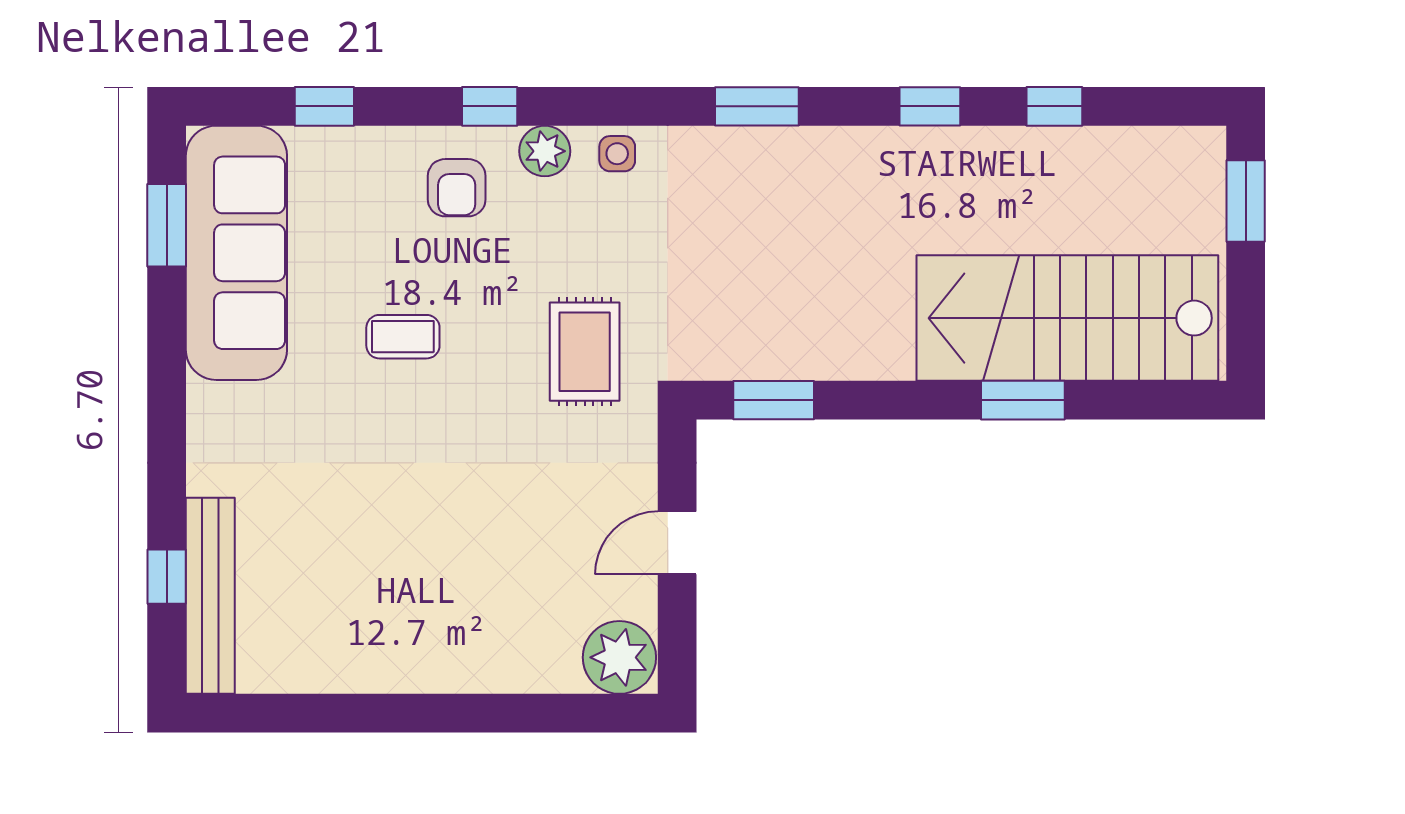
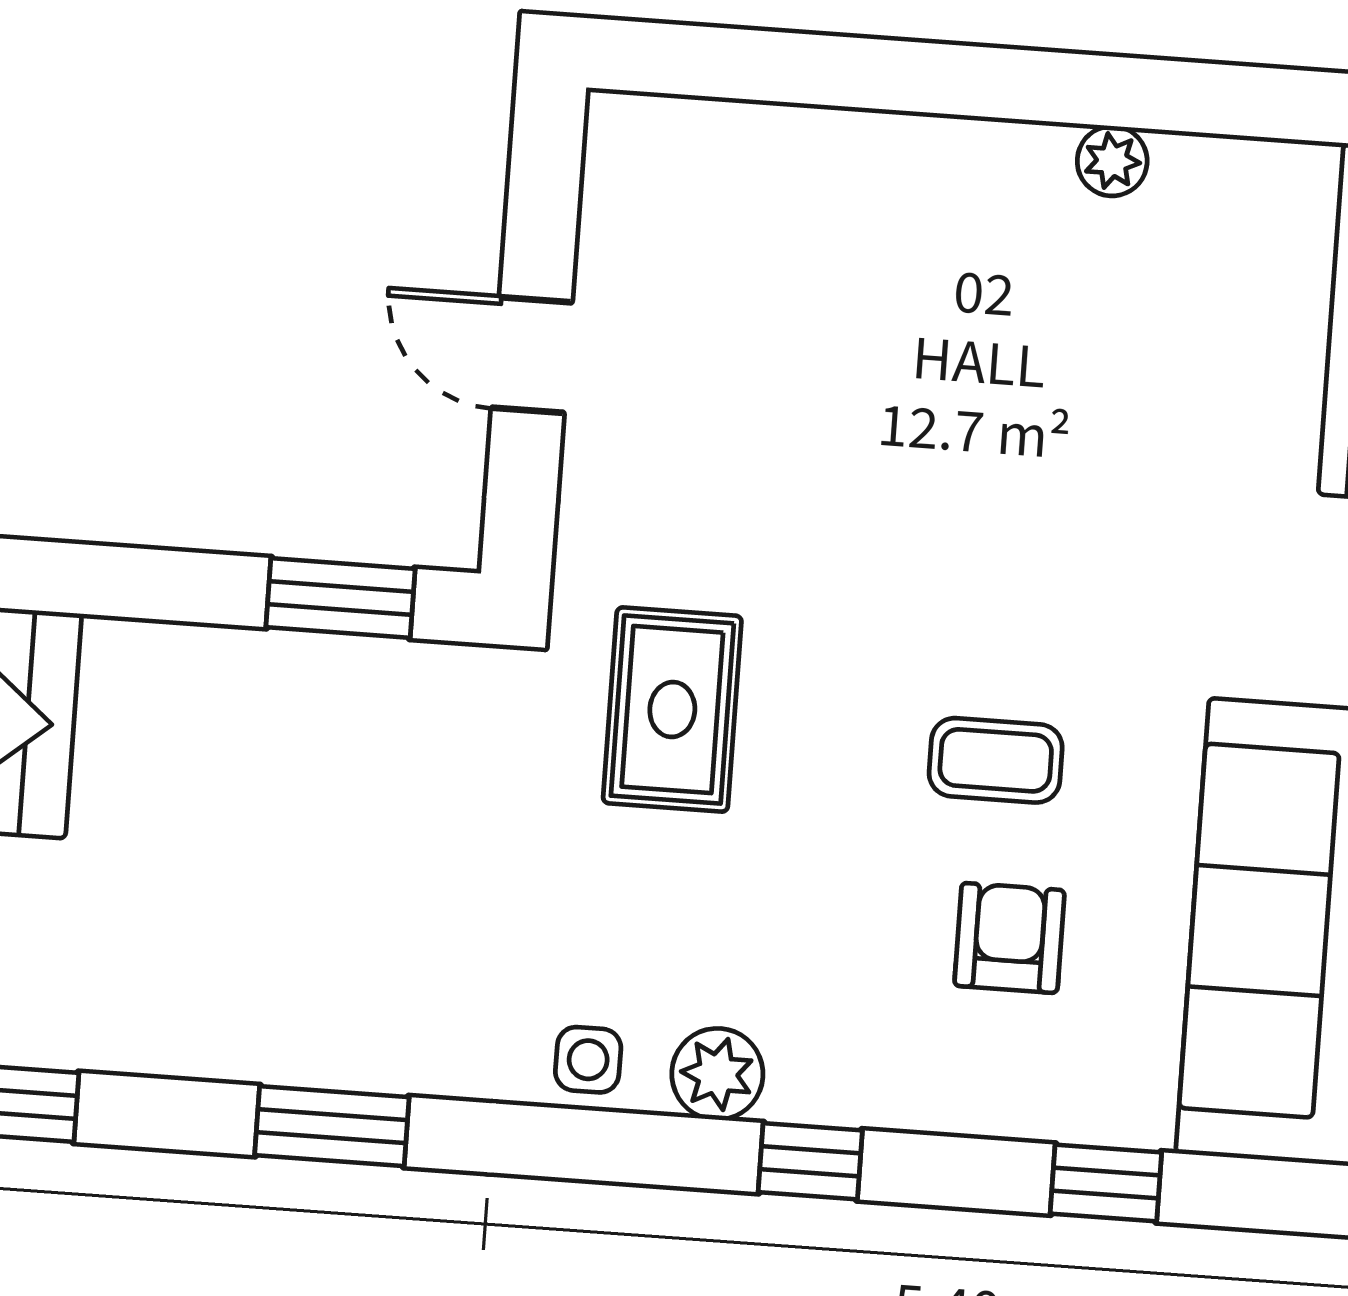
armchair: (457, 188) -> (1009, 938), moved
door: (677, 543) -> (532, 355), swing flipped
plant: (619, 657) -> (1112, 161), moved, width x0.53, depth x0.53

